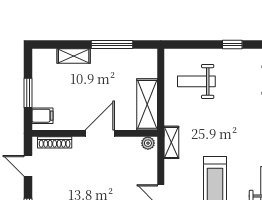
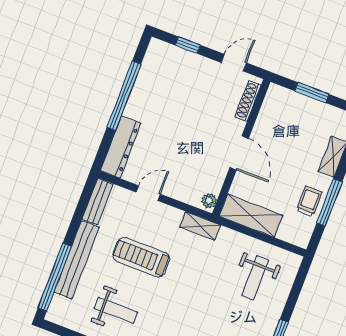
trolley: (117, 61) -> (309, 201), added
weight bench: (196, 81) -> (255, 278), turned 180
filing cabinet: (42, 116) -> (282, 99), removed

